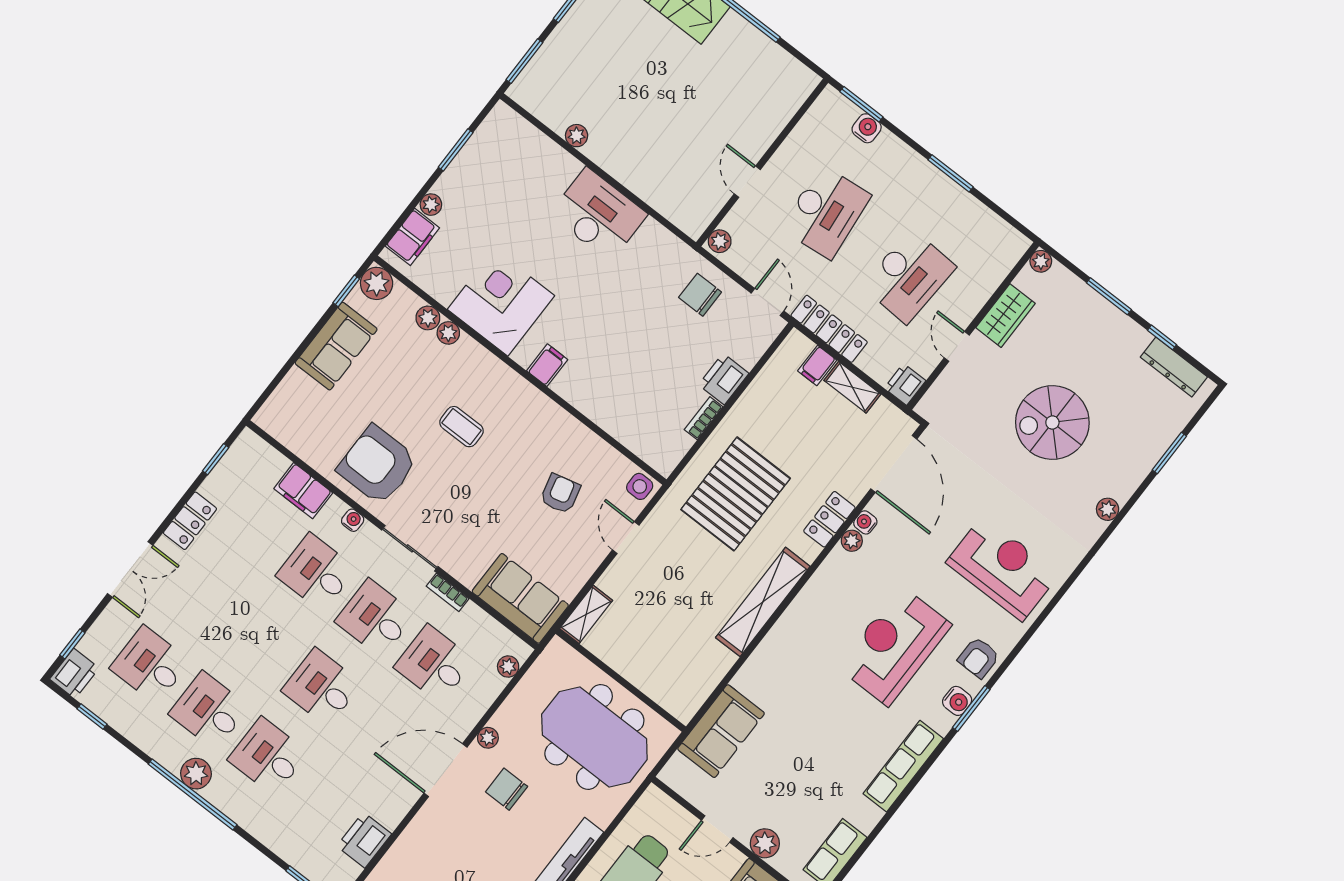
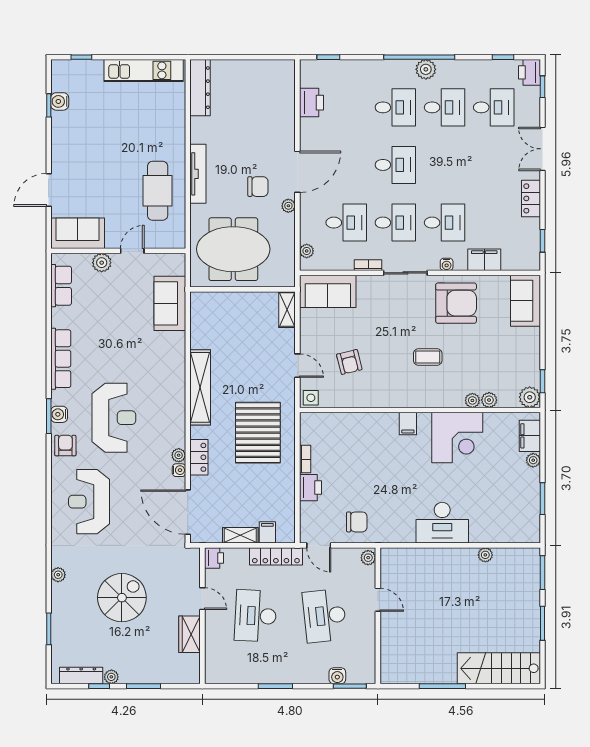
plant: (1041, 261) -> (111, 677), moved
sofa: (336, 346) -> (525, 301), moved
reception desk: (1002, 568) -> (89, 502), turned 90

